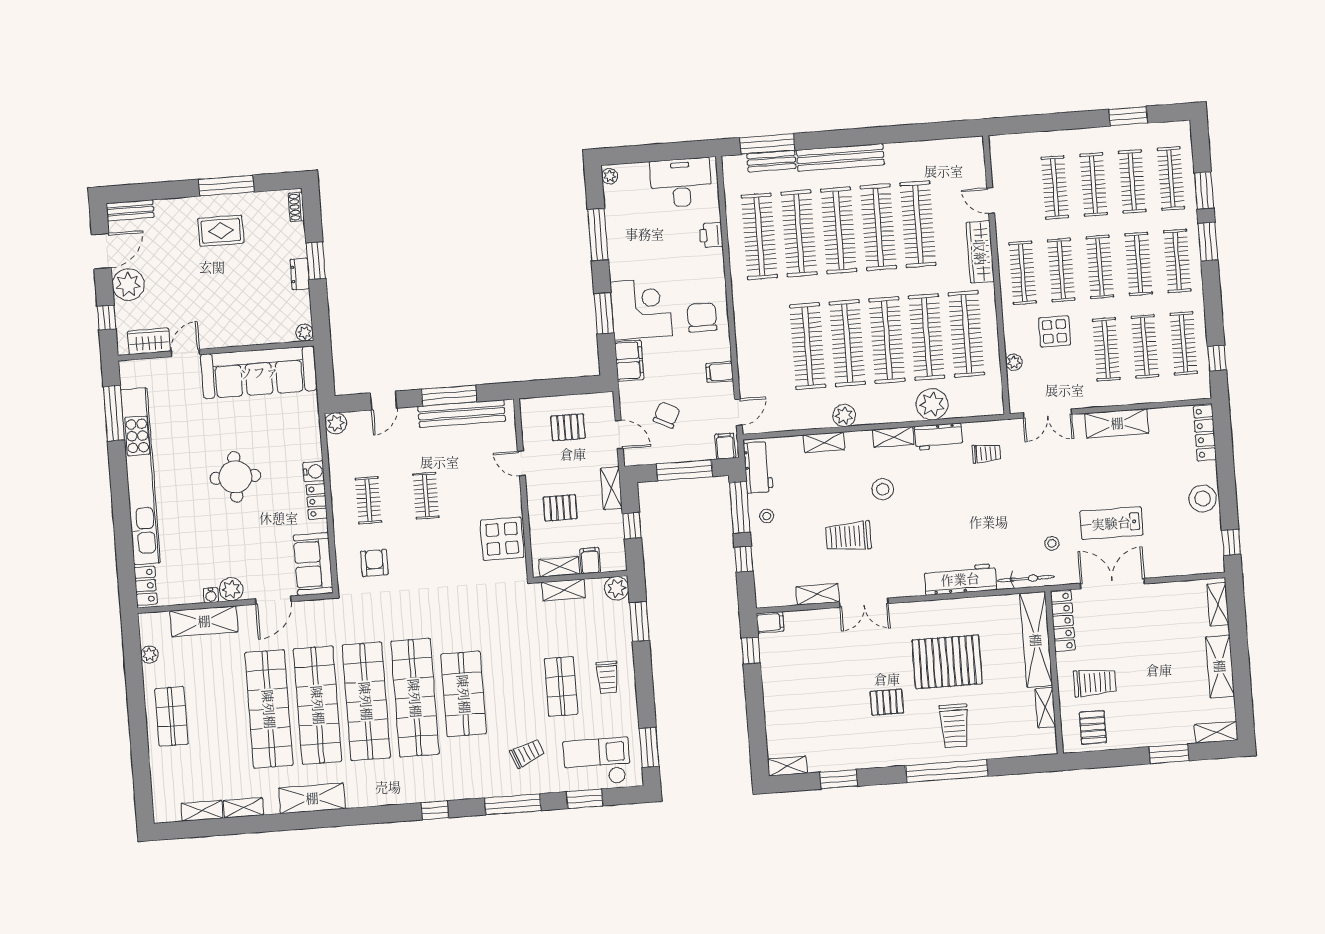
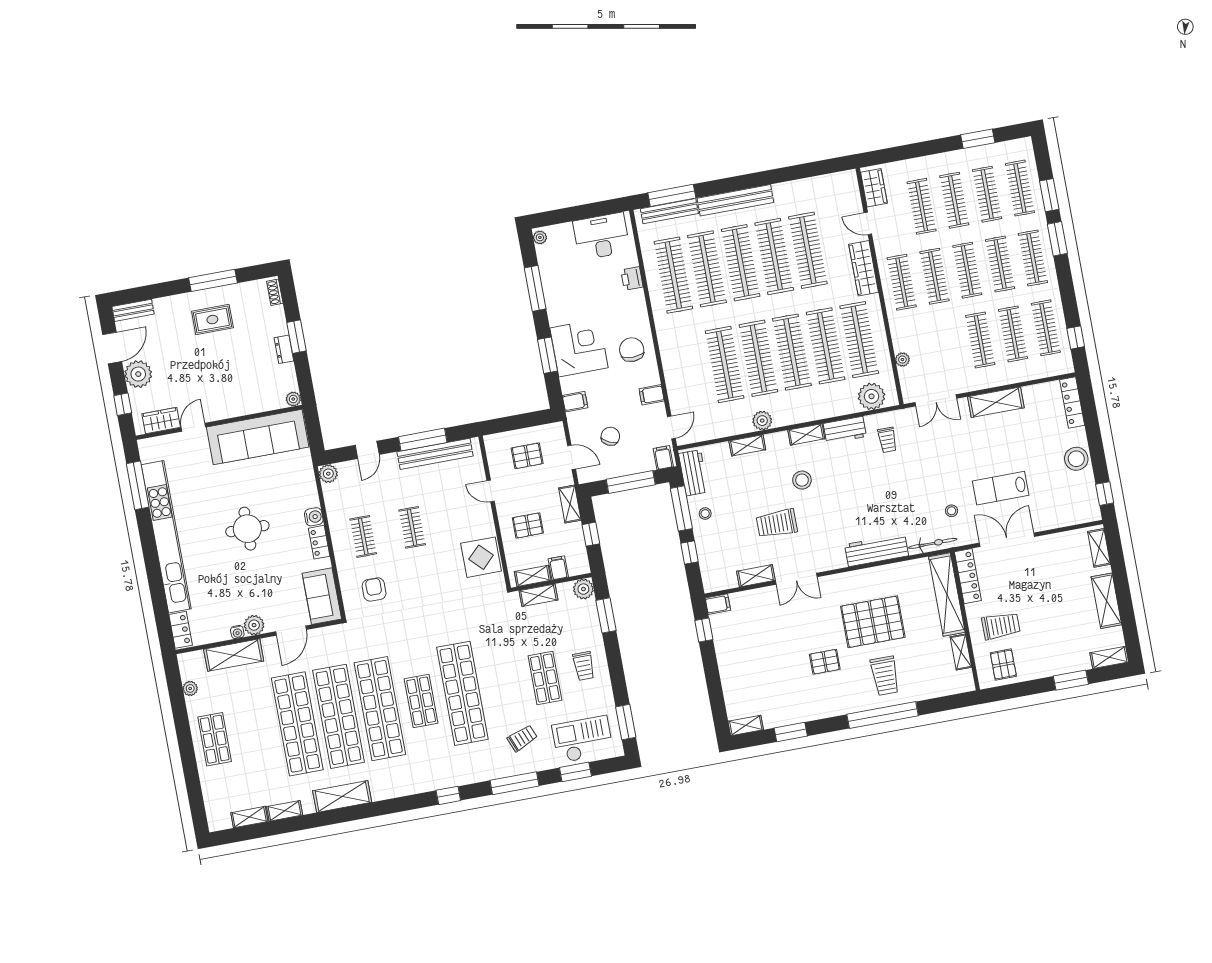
wardrobe: (1002, 160) -> (874, 188), added
bench: (771, 161) -> (669, 211), width x1.36
display table: (1054, 331) -> (934, 329), removed
filing cabinet: (629, 361) -> (575, 402), width x0.50
plant: (932, 404) -> (871, 396), moved
trolley: (986, 453) -> (887, 440), turned 90
shop shelf: (464, 694) -> (462, 693), width x1.40
shop shelf: (415, 698) -> (421, 701), width x0.50, depth x0.74

